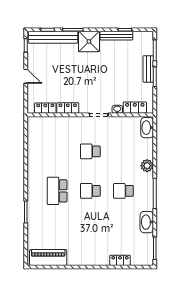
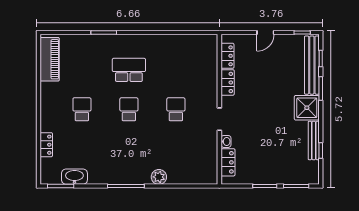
bench: (148, 69) -> (274, 178), removed
washbasin: (147, 128) -> (204, 177), removed
school desk: (123, 191) -> (82, 109), moved
washbasin: (147, 222) -> (74, 177), moved

